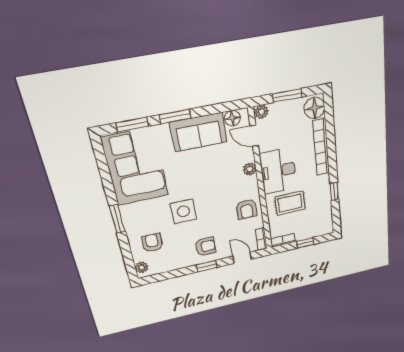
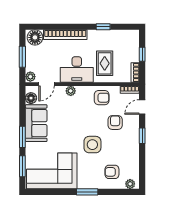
armchair: (206, 247) -> (115, 123), moved

